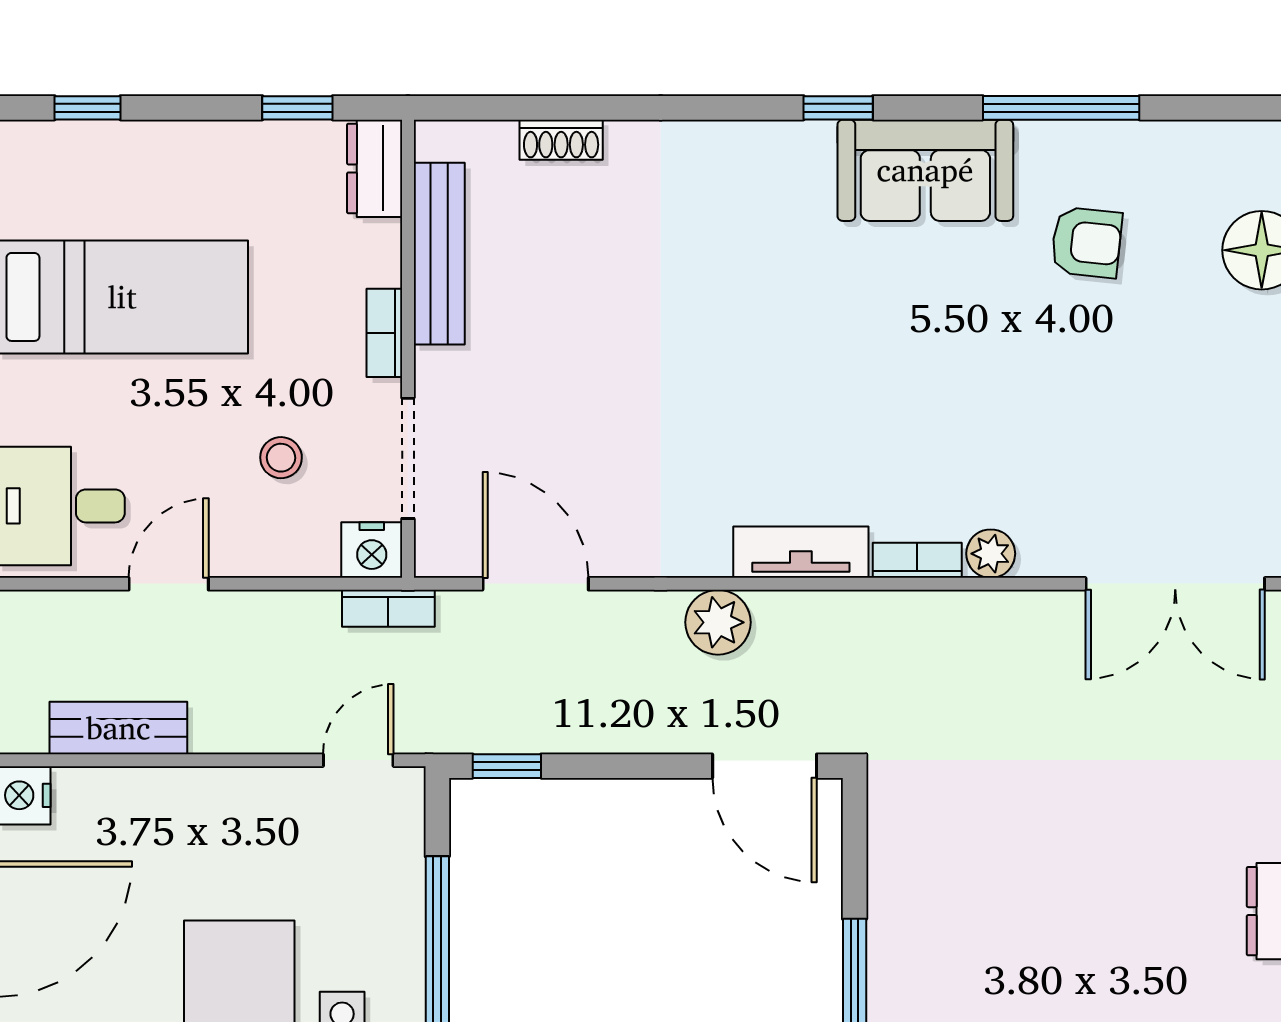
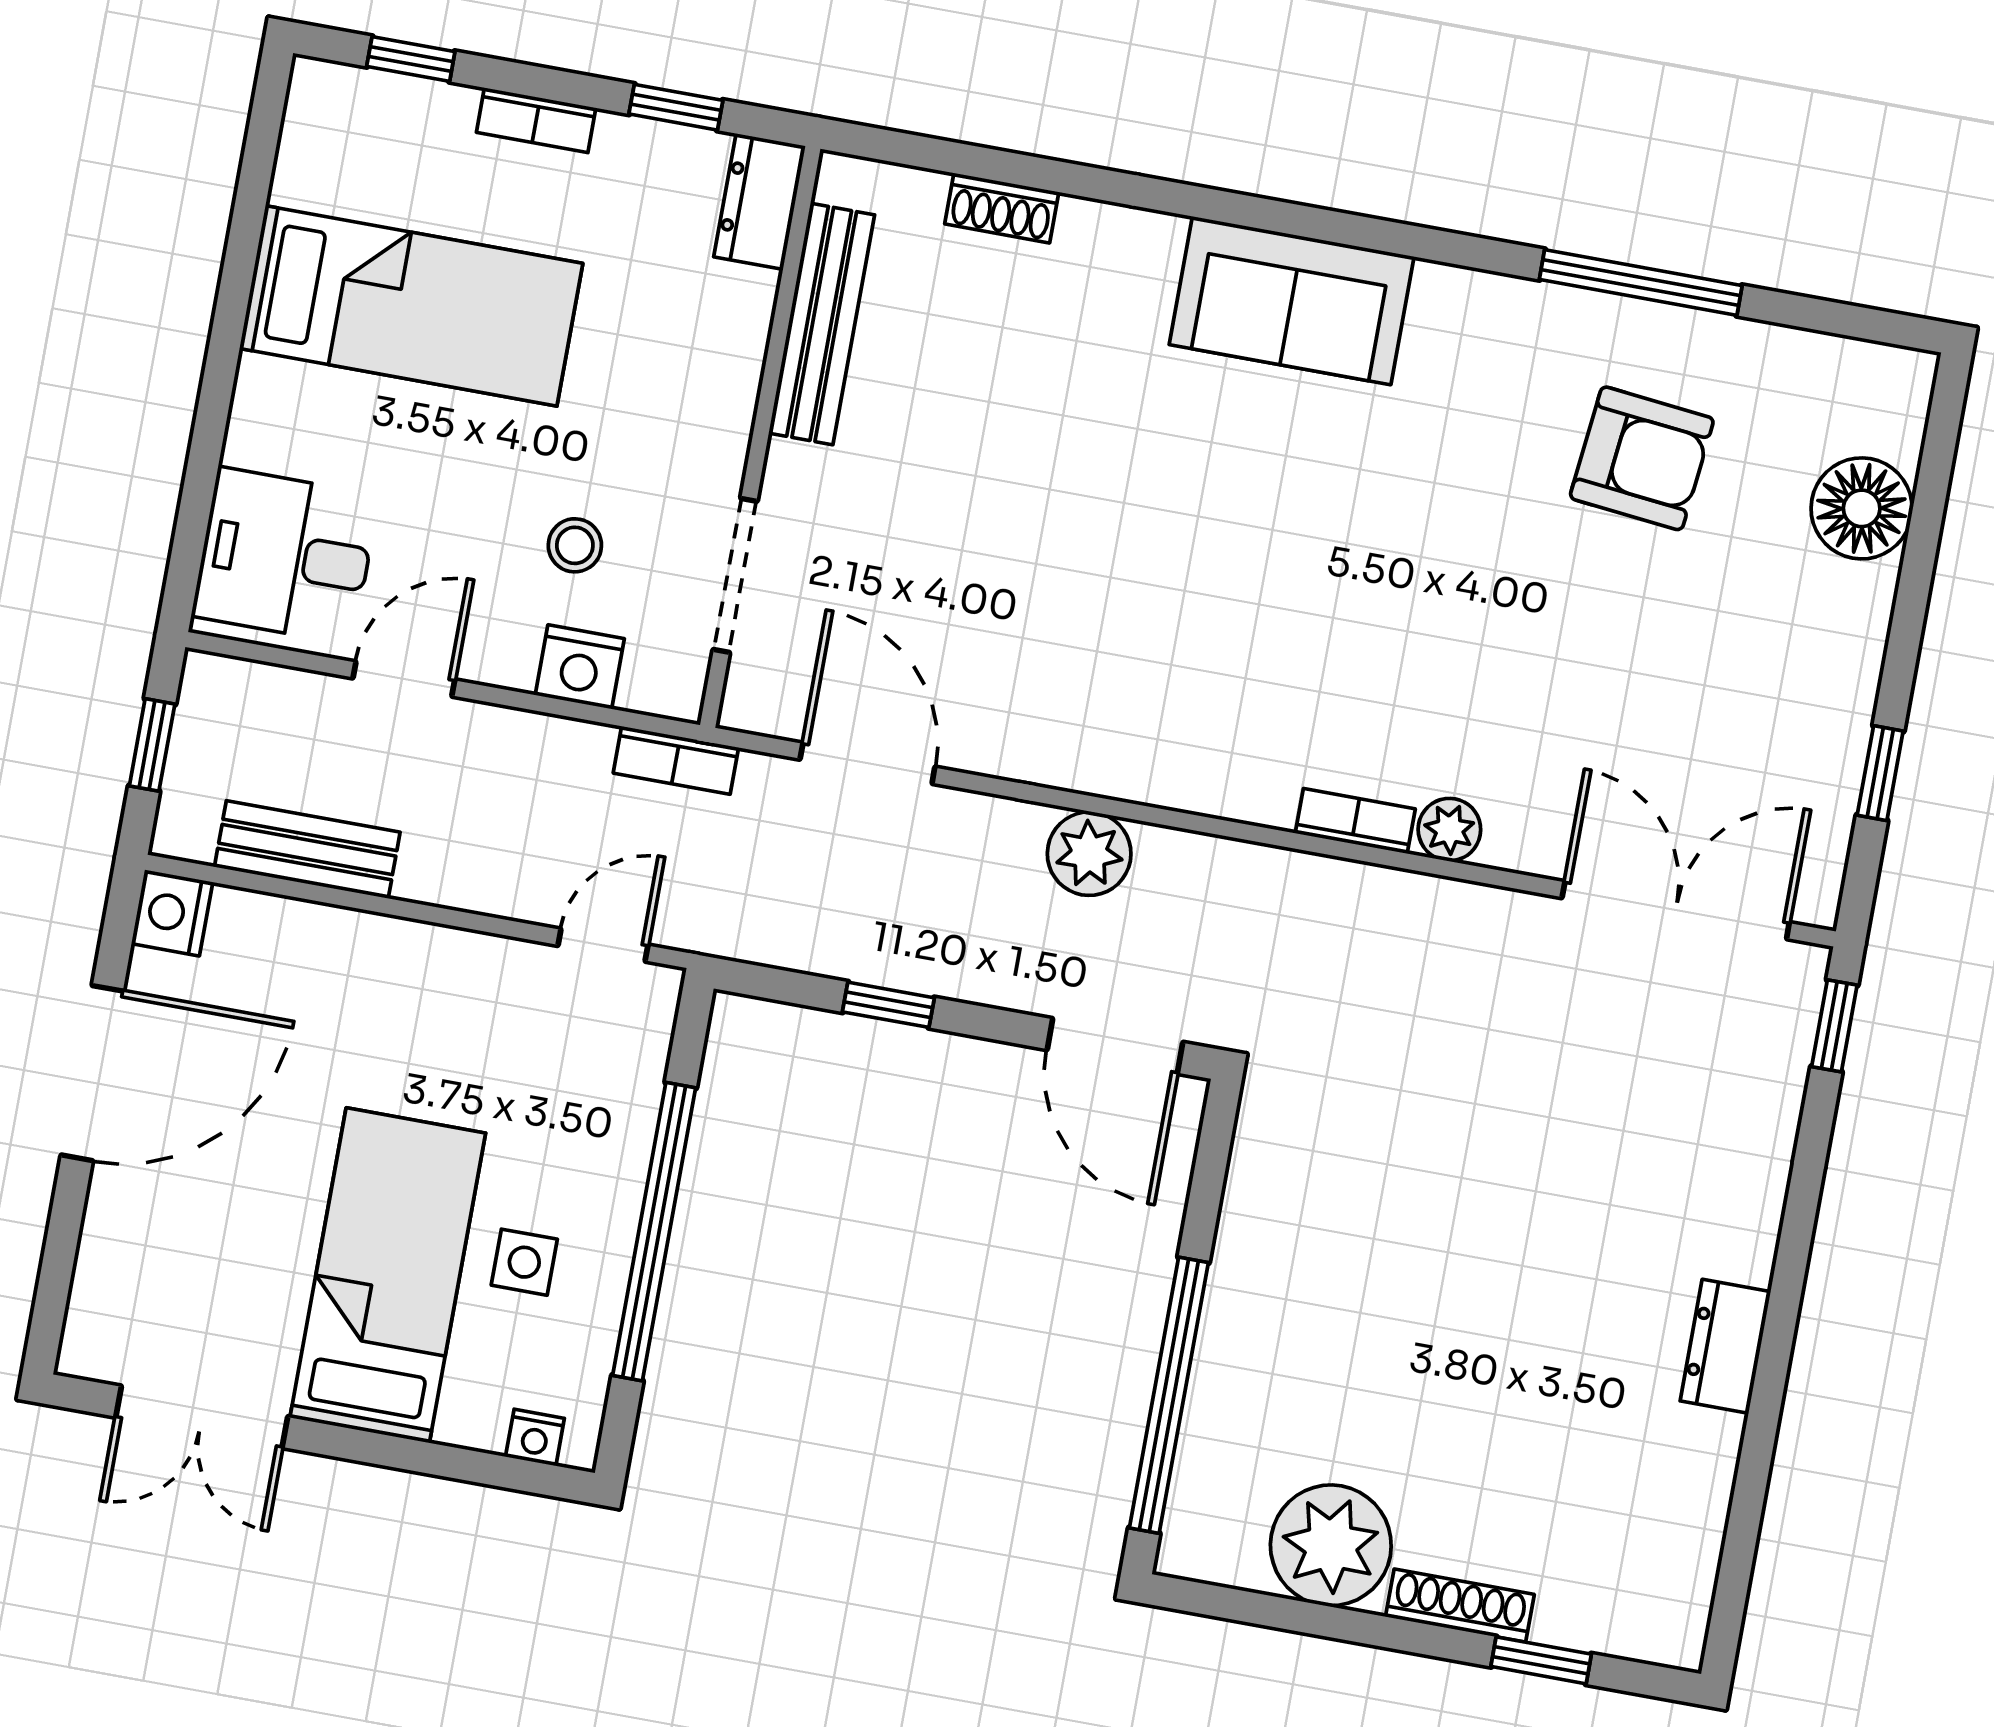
window: (838, 108) -> (1359, 231), removed
sofa: (925, 170) -> (1292, 301), moved
armchair: (1086, 242) -> (1642, 458), width x1.38, depth x1.38
bookcase: (384, 333) -> (536, 120), moved, turned -90
nightstand: (372, 550) -> (580, 667), moved
tv unit: (801, 552) -> (1210, 784), removed
double door: (1175, 584) -> (1676, 910), swing flipped
window: (507, 766) -> (888, 1005), moved

